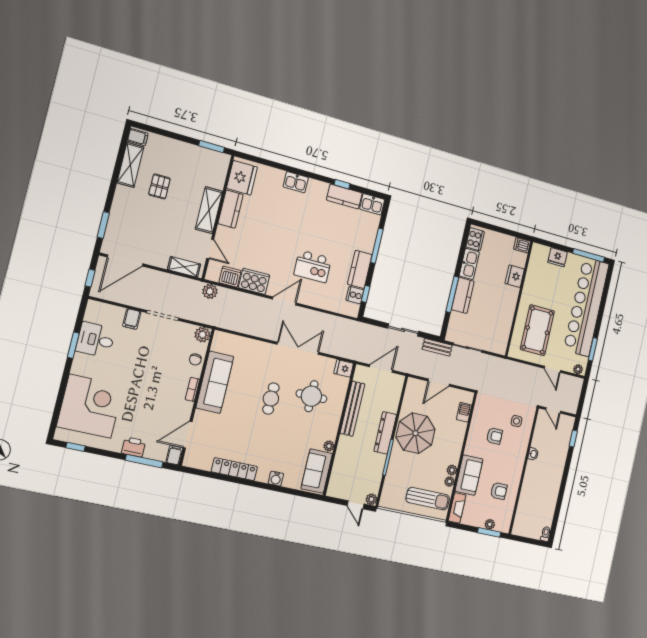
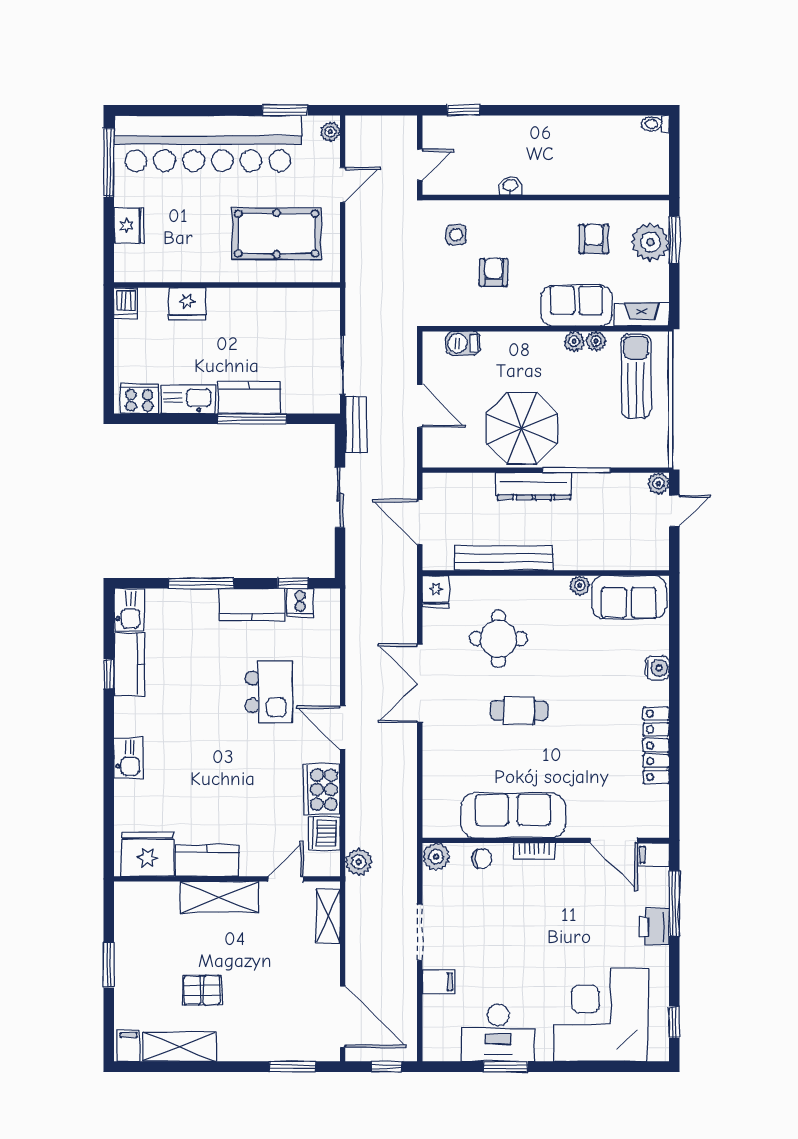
window: (212, 147) -> (109, 965), moved
desk: (96, 340) -> (498, 1033), width x1.37
plant: (490, 524) -> (650, 242), width x1.87, depth x1.87

